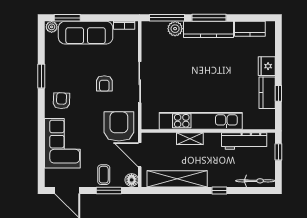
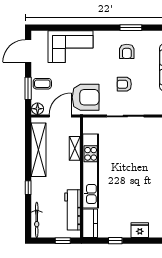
kitchen counter: (267, 93) -> (90, 223), moved, turned 90
armchair: (61, 101) -> (127, 51), moved, turned 88
shelving: (190, 139) -> (75, 148), moved

